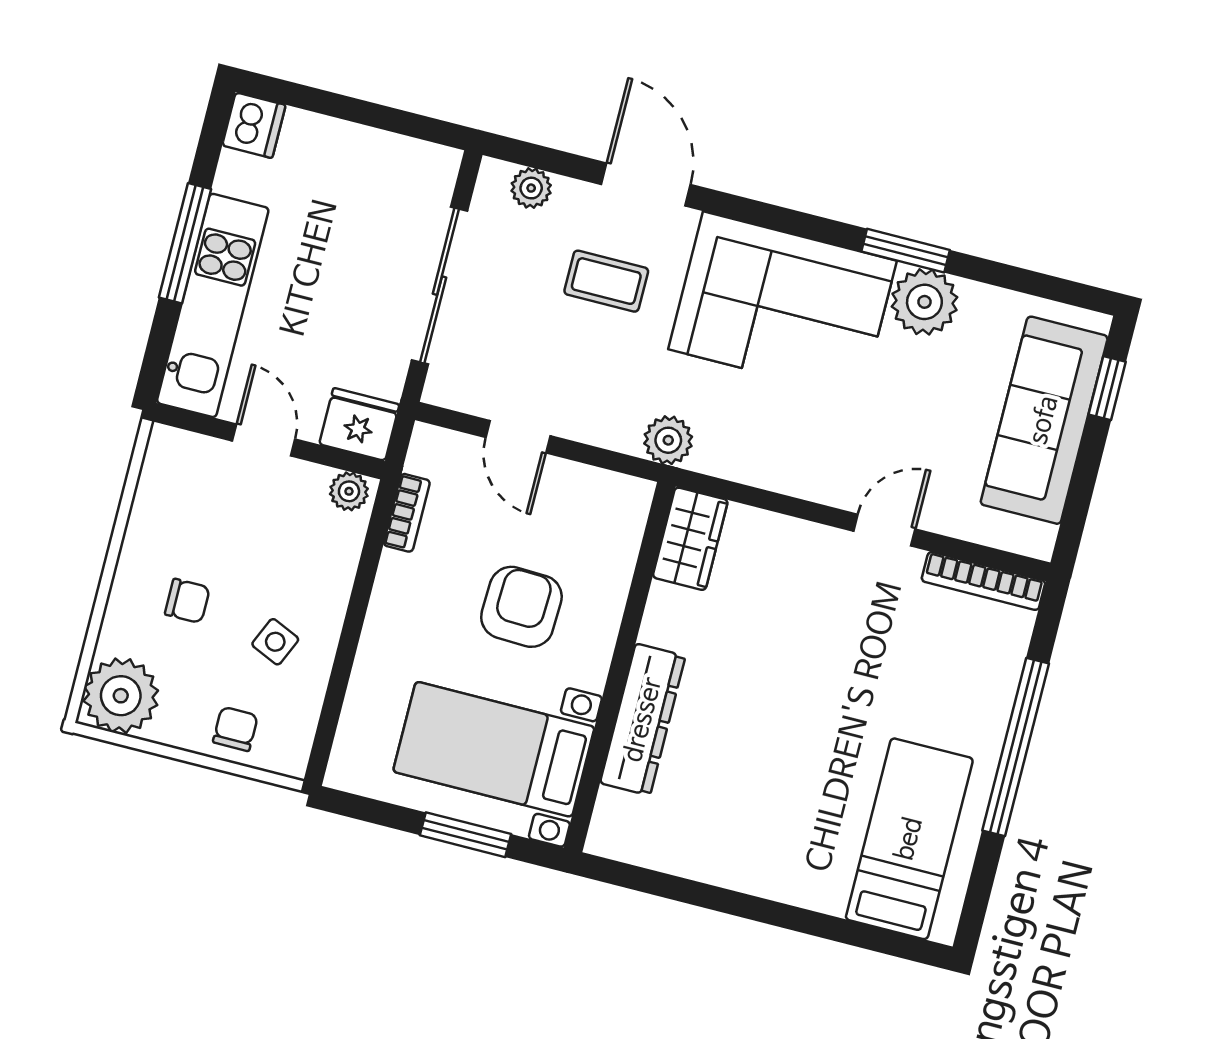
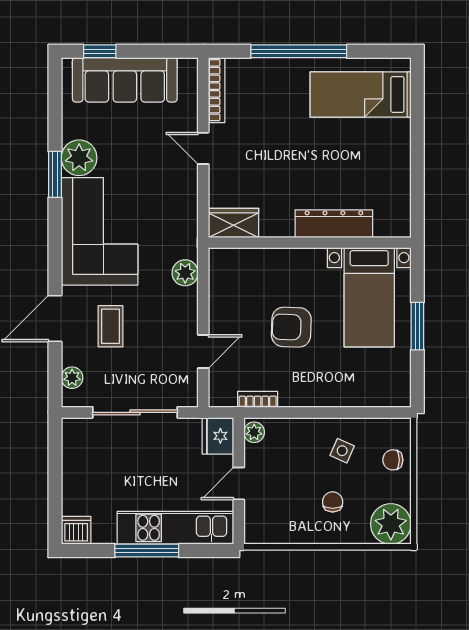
wardrobe: (690, 539) -> (233, 223), moved
wall: (620, 667) -> (310, 243), moved
dresser: (643, 720) -> (334, 224), moved
bed with nightstands: (494, 749) -> (369, 297), moved

